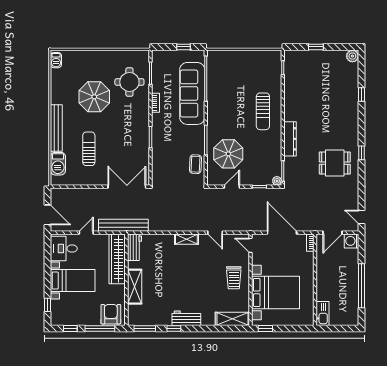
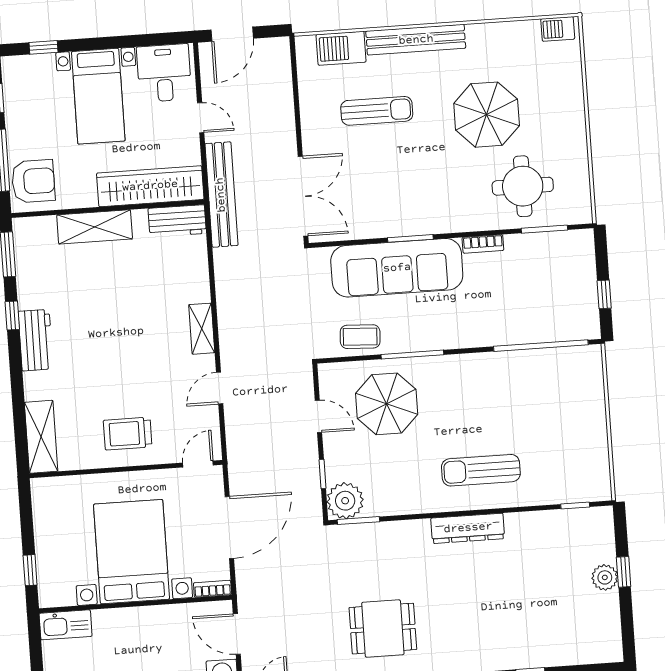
plant: (352, 56) -> (605, 577), moved
sofa: (192, 93) -> (397, 268), moved, turned 180
dresser: (290, 139) -> (468, 528), moved
dining table: (335, 163) -> (383, 629), turned 90
plant: (277, 181) -> (345, 501), width x1.87, depth x1.87
bed with nightstands: (276, 292) -> (132, 552), moved, turned 180
window: (265, 329) -> (30, 570), moved

